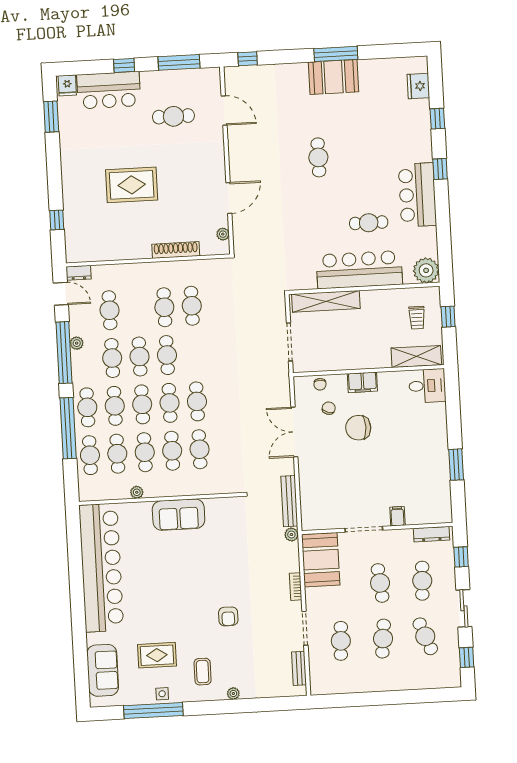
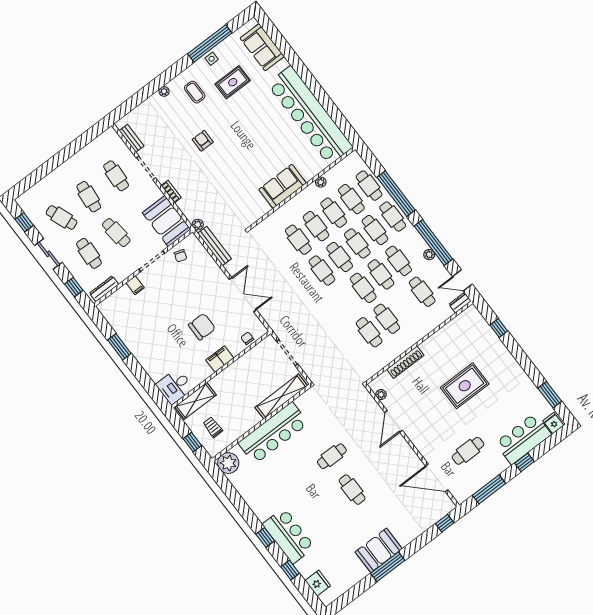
door: (224, 111) -> (437, 478), width x1.36
bar counter: (417, 195) -> (289, 536), moved
cafe table: (369, 223) -> (332, 456), moved
chair: (329, 408) -> (181, 256), moved

